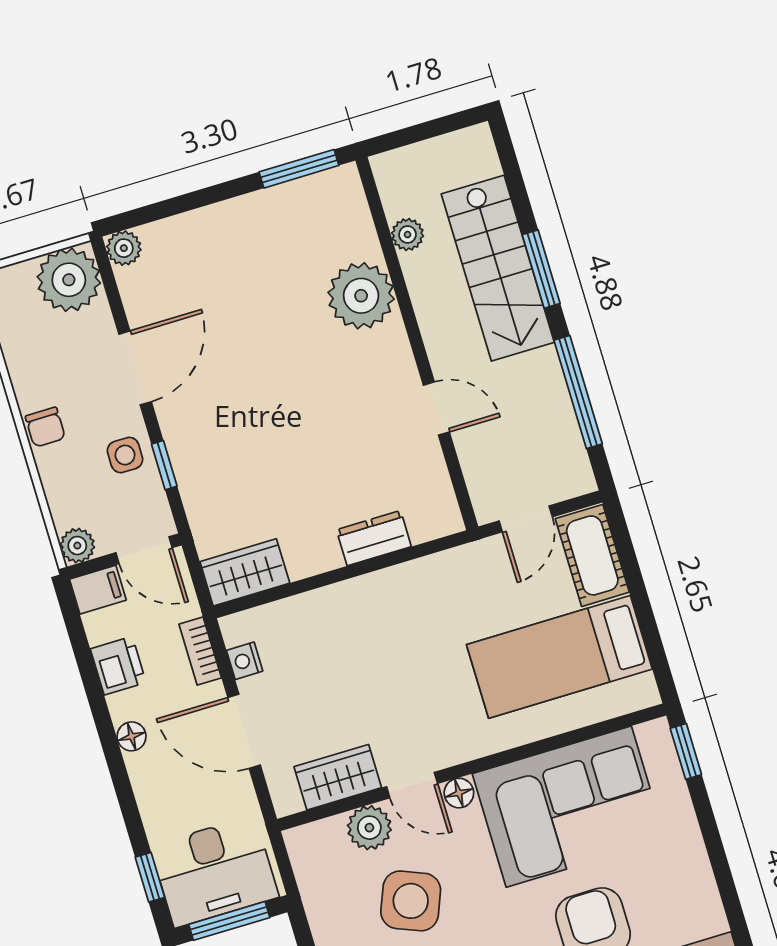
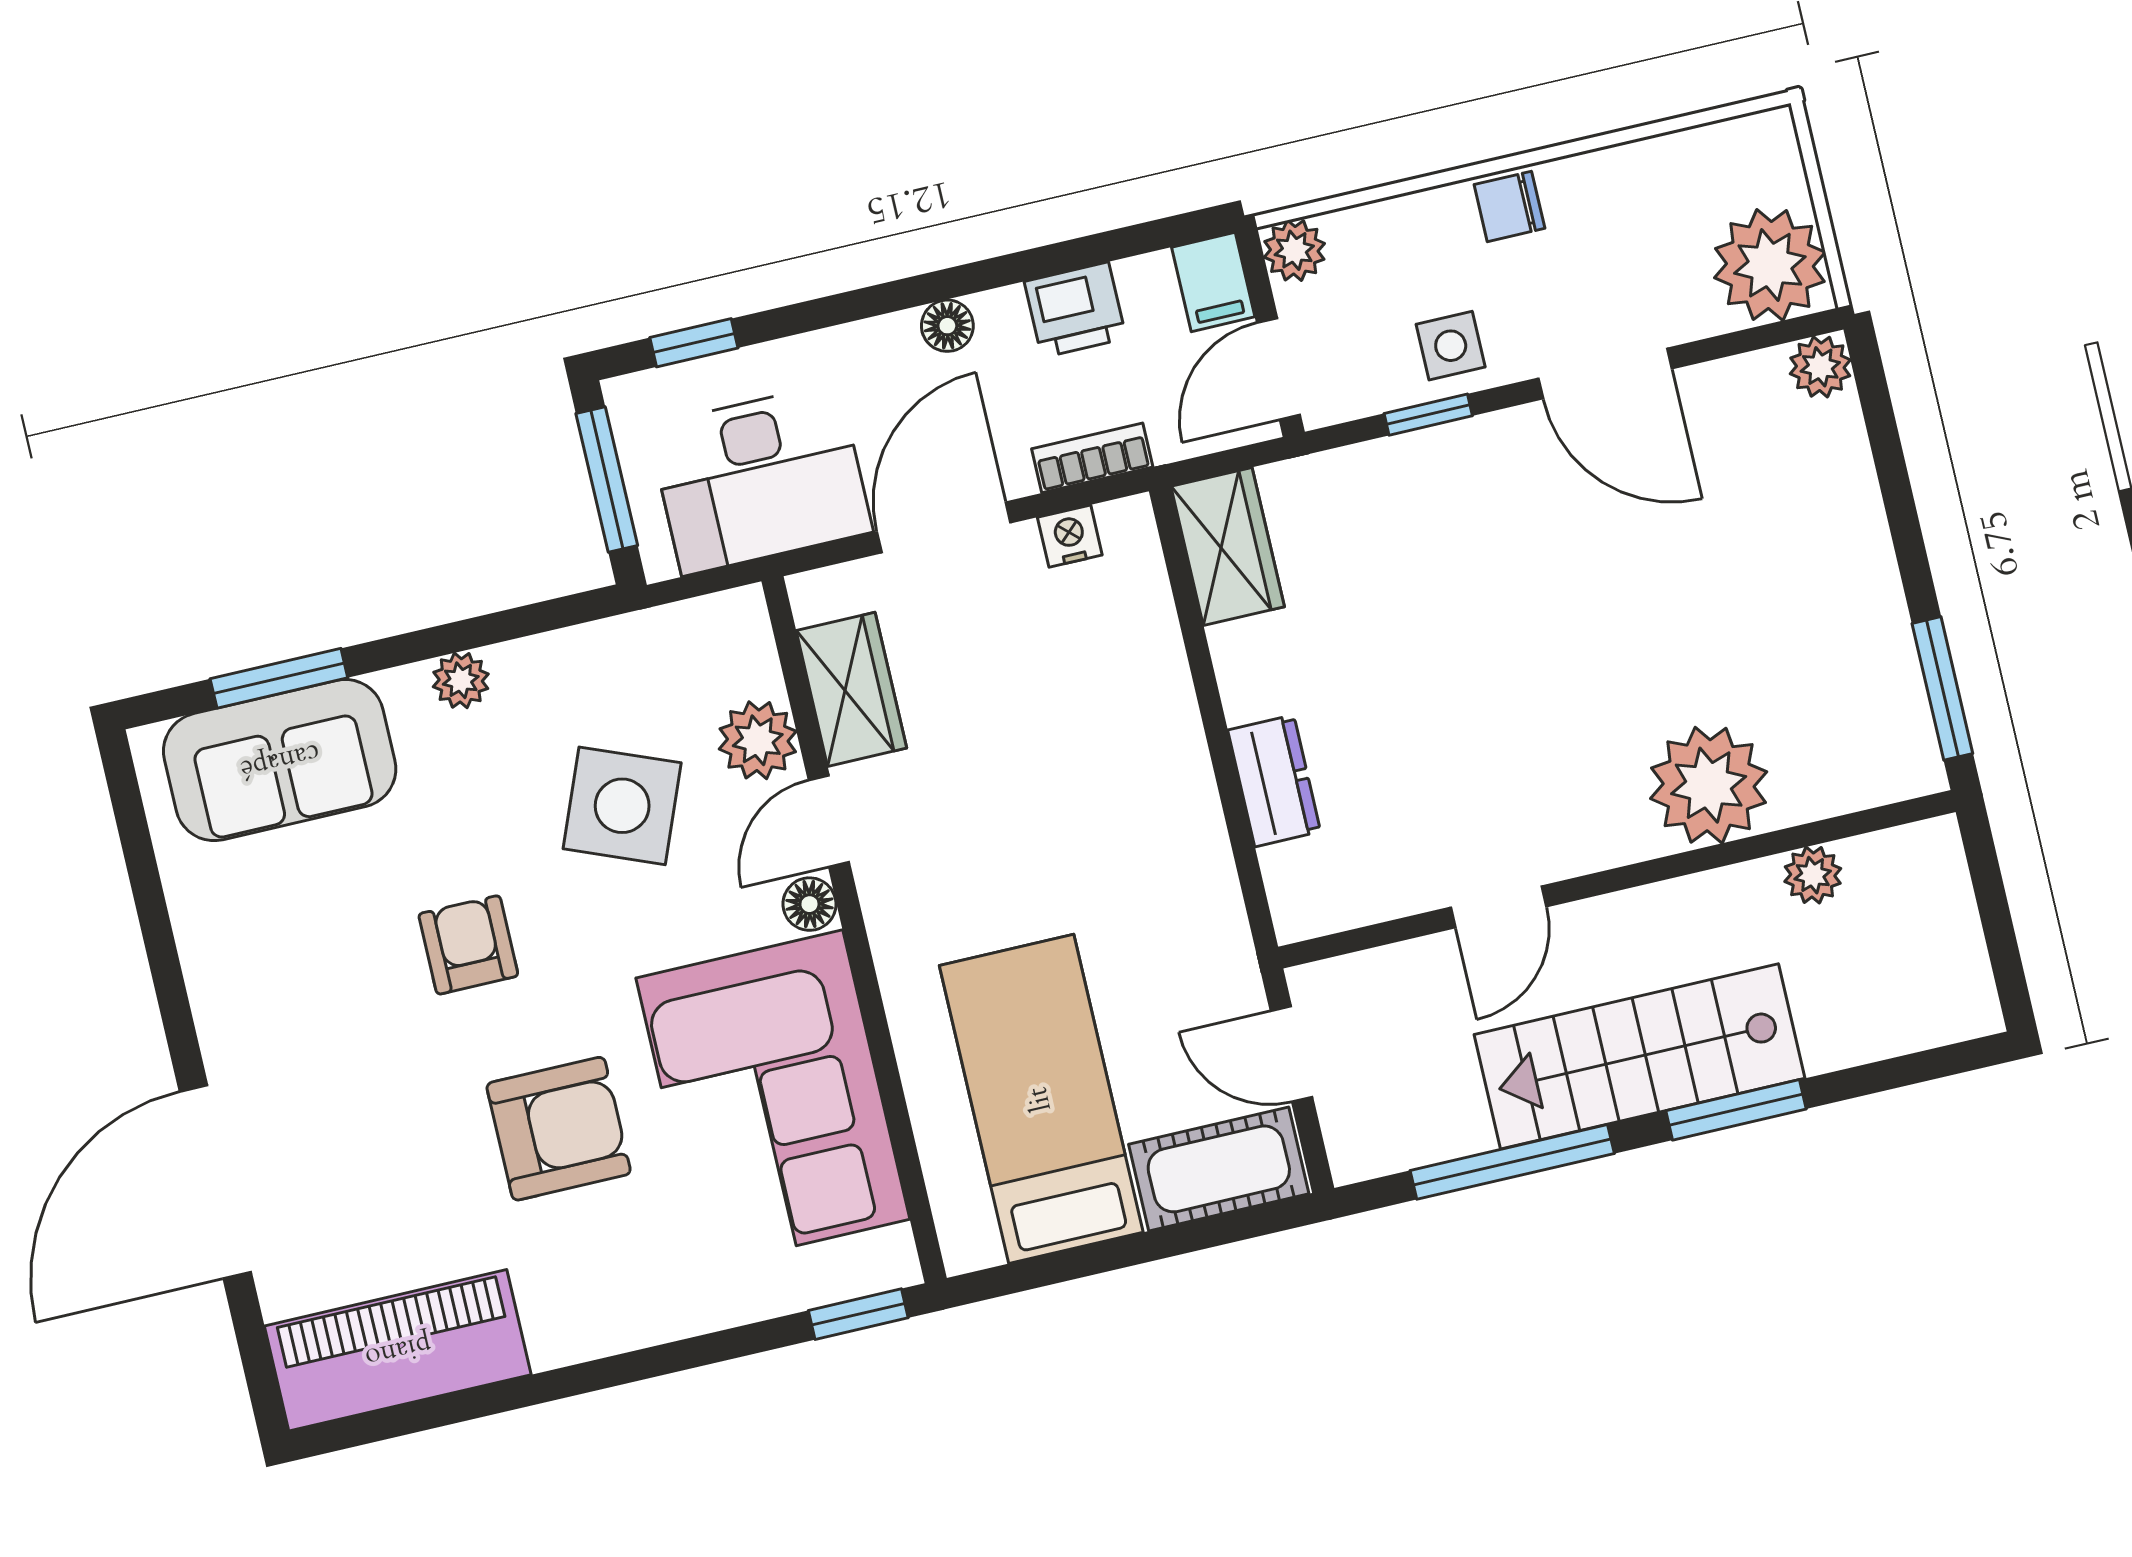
stairs: (498, 268) -> (1639, 1056), moved
desk: (214, 872) -> (760, 479), moved, turned -90

